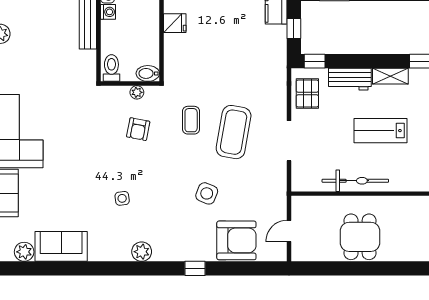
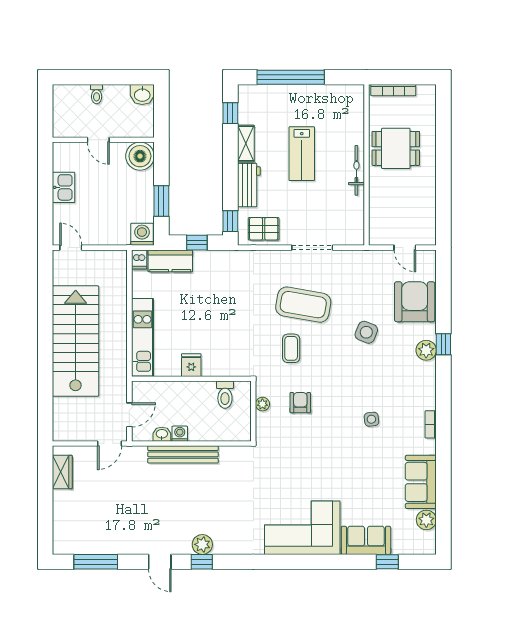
toilet: (111, 68) -> (225, 395), moved, turned -90
bidet: (148, 73) -> (243, 393), removed
coffee table: (191, 120) -> (291, 348), turned 90
armchair: (138, 129) -> (300, 403), turned -101
bicycle: (355, 181) -> (356, 170), width x0.73, depth x0.71
dining table: (360, 237) -> (396, 148), moved
plant: (142, 252) -> (426, 350), moved
bookcase: (117, 256) -> (431, 424), added

